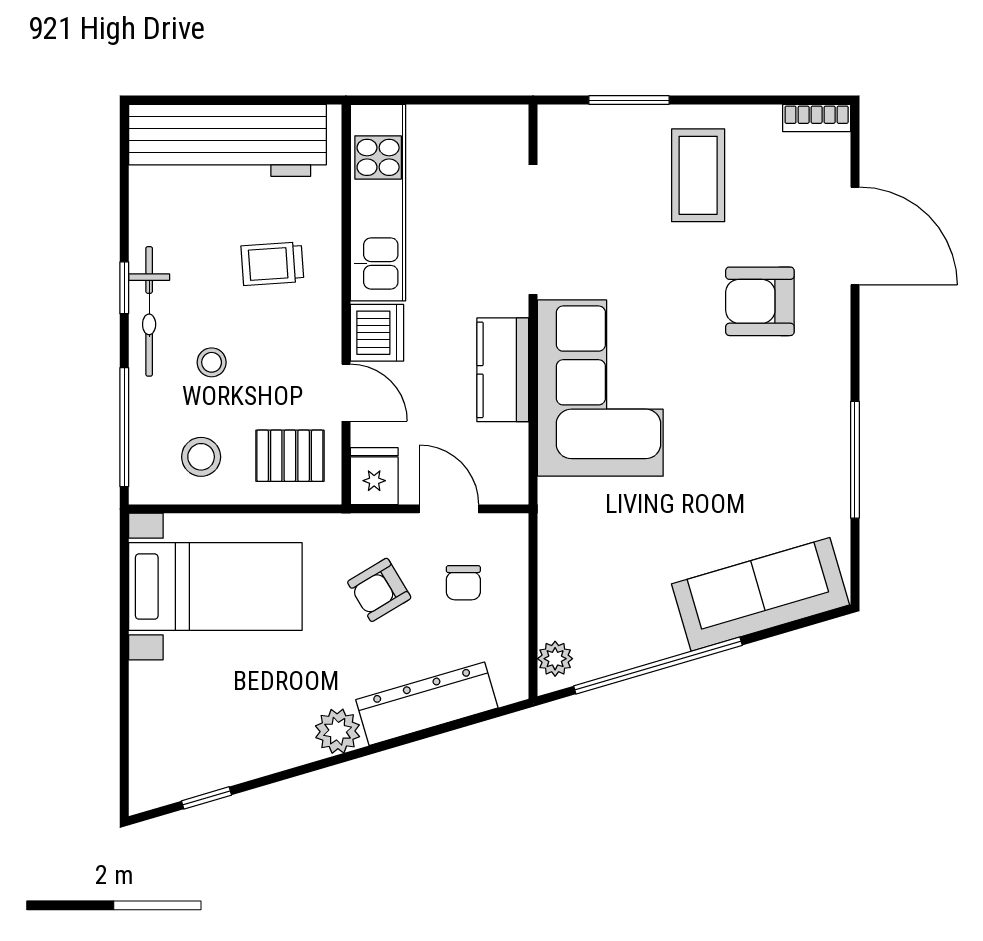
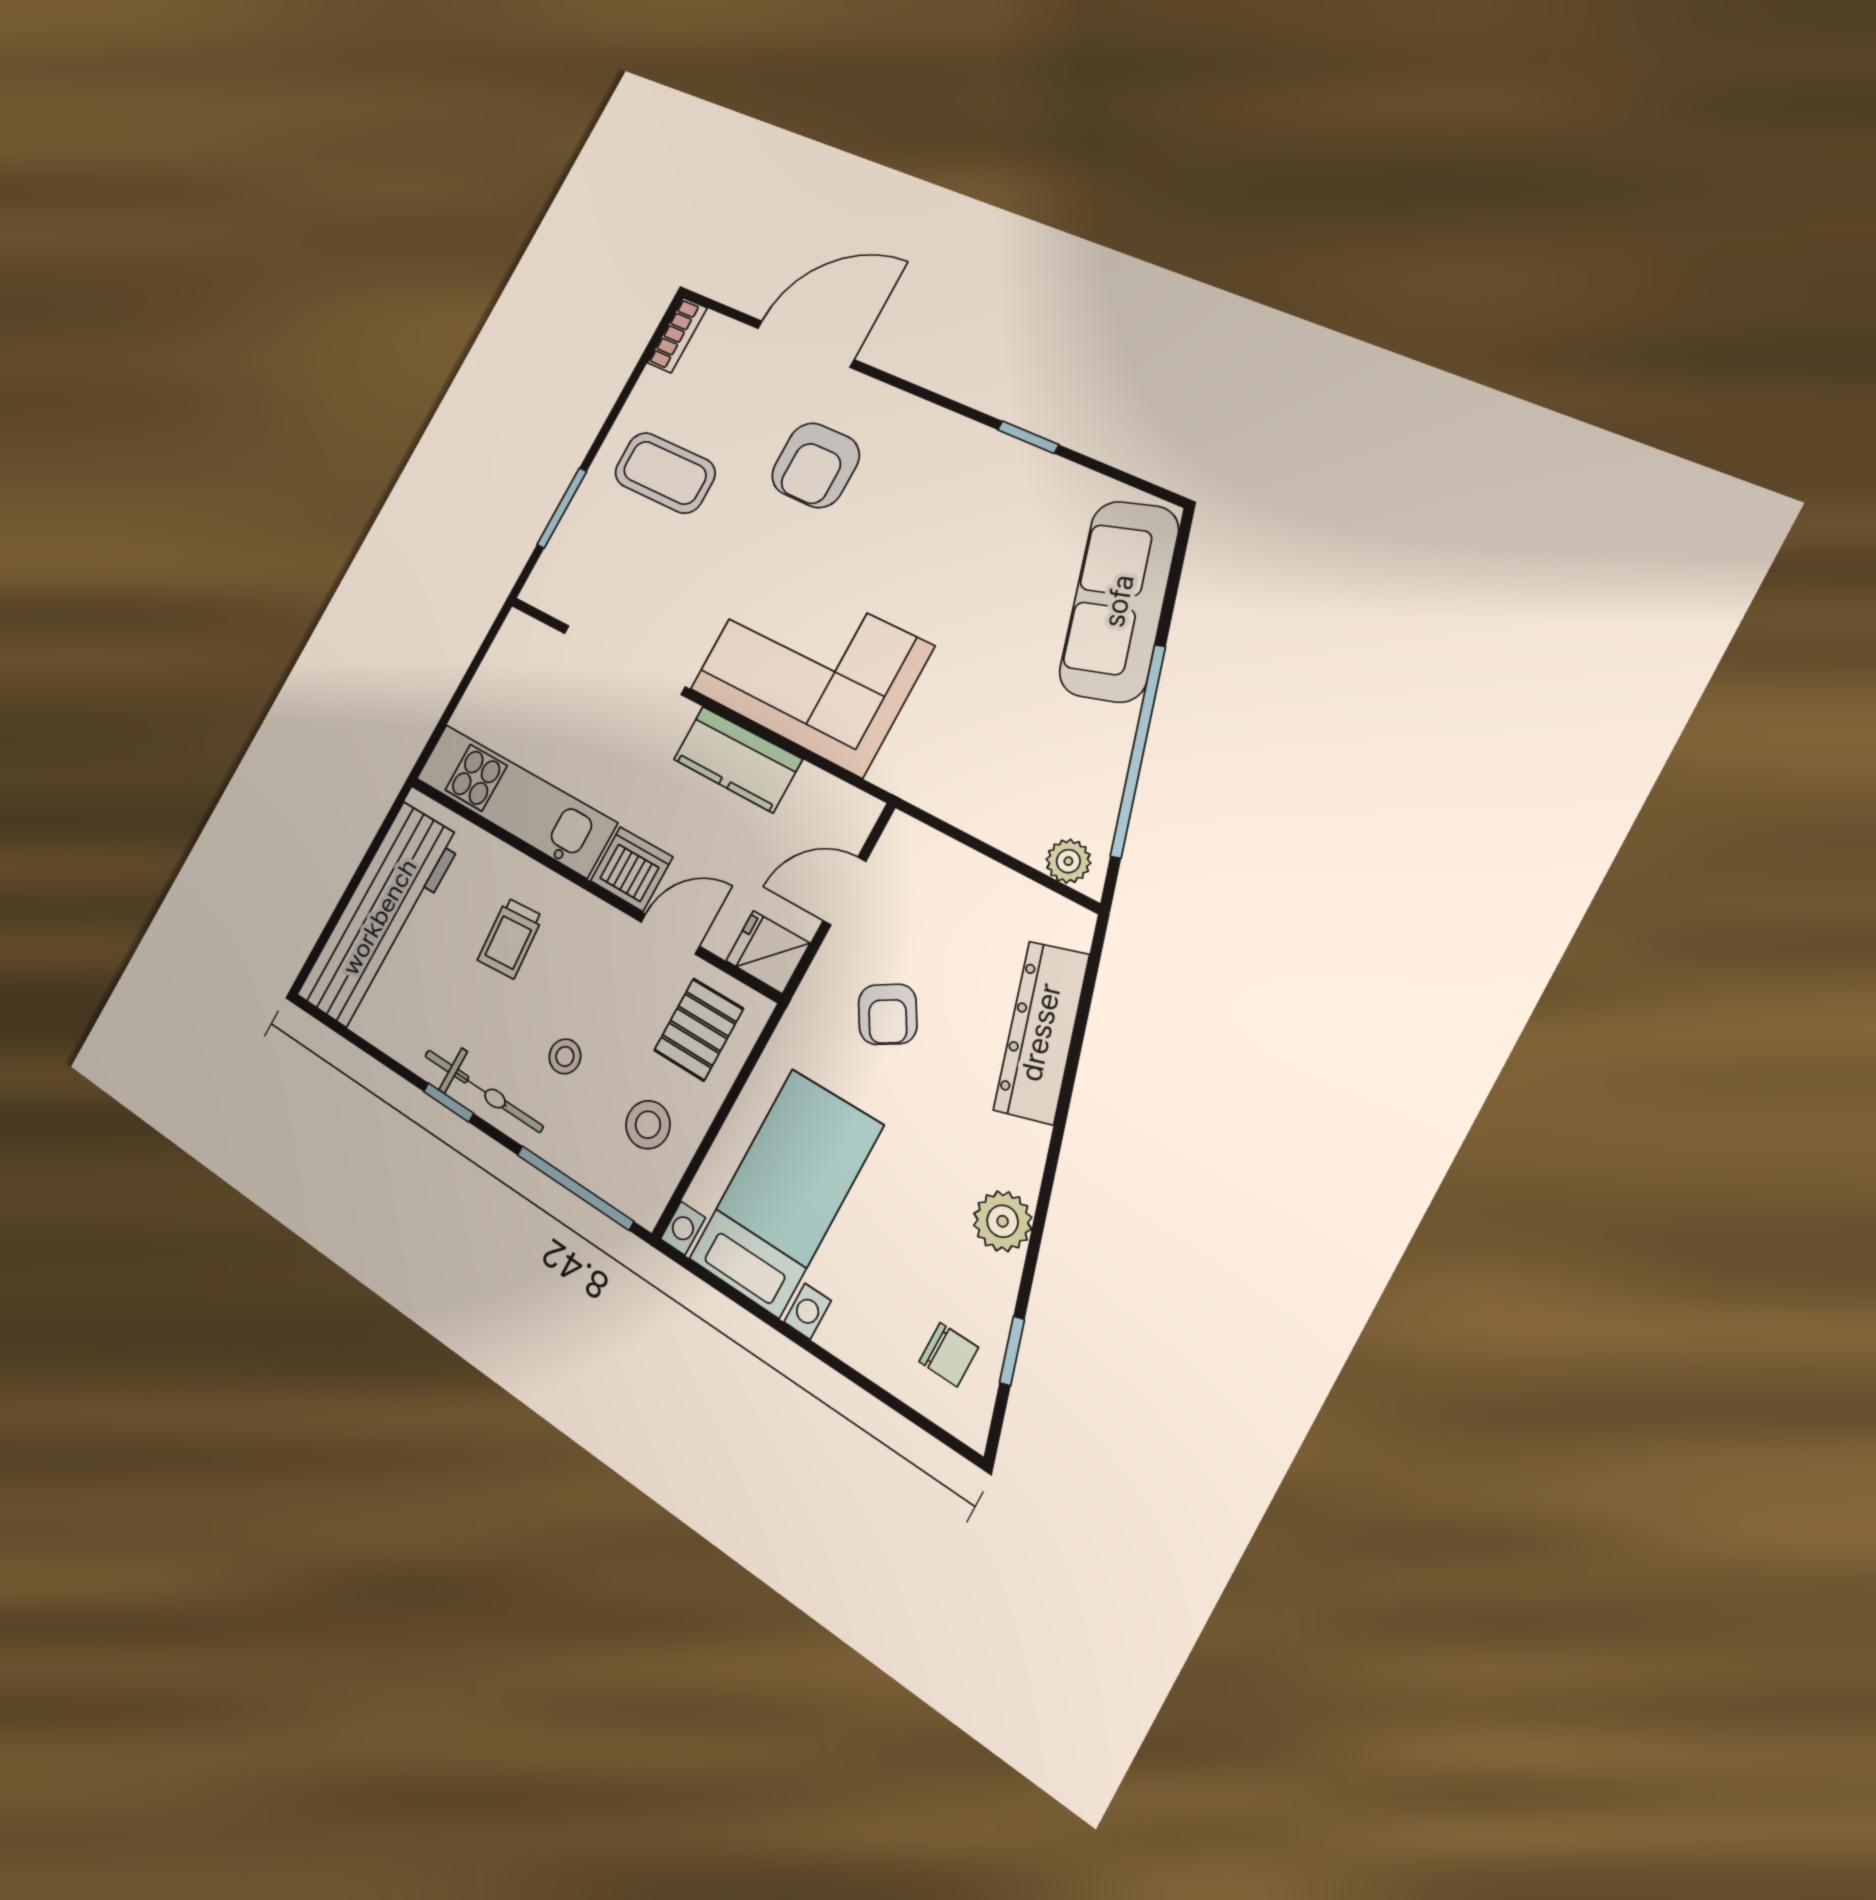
window: (855, 460) -> (1028, 437), width x0.46
chair: (463, 583) -> (949, 1355), moved
plant: (338, 731) -> (1003, 1221), moved

